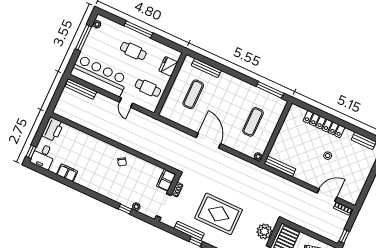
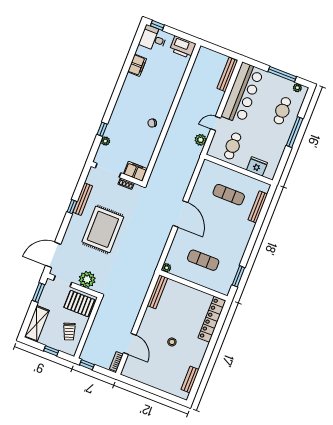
cafe table: (133, 51) -> (282, 111), moved
window: (270, 90) -> (238, 276), width x0.69
plant: (140, 118) -> (201, 140), added
locker: (324, 124) -> (212, 319), moved
door: (208, 141) -> (180, 214), hinge flipped

